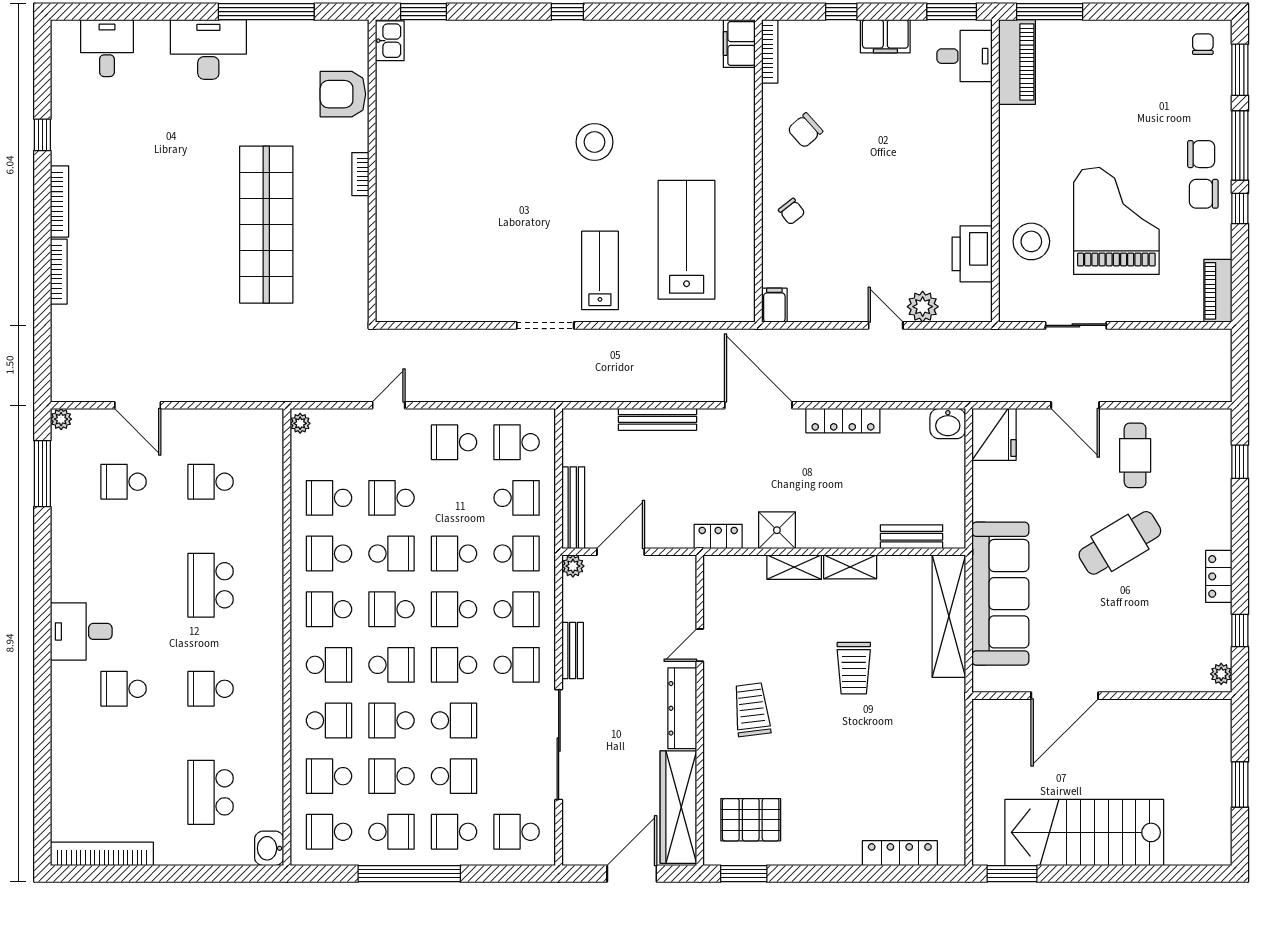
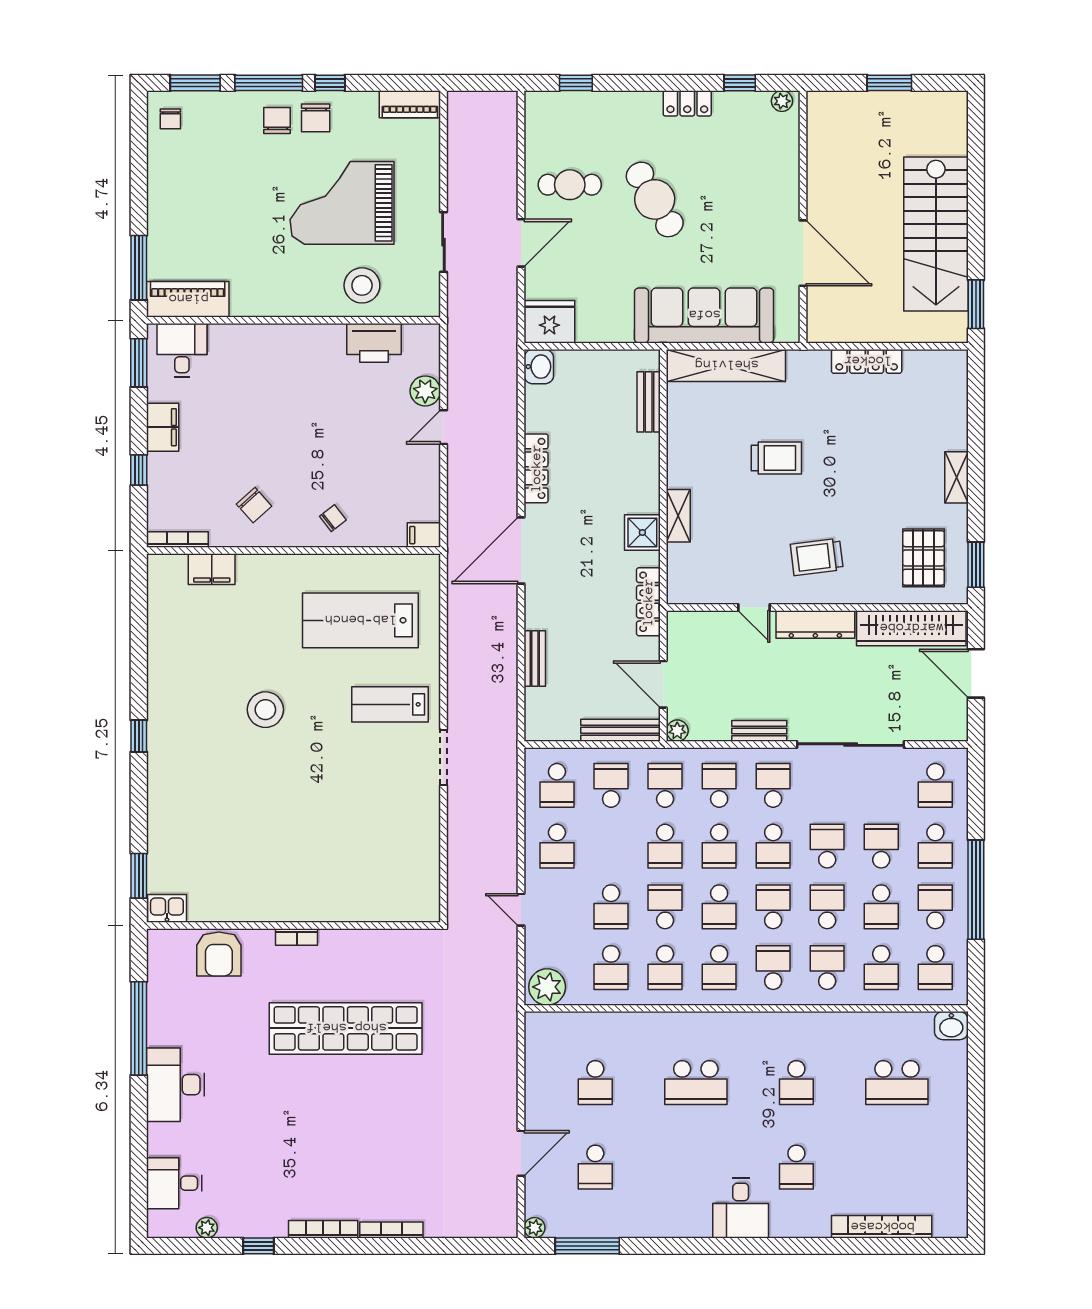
filing cabinet: (739, 44) -> (212, 569), moved
chair: (1203, 44) -> (170, 119), turned -90
plant: (61, 82) -> (207, 1228), added
bench: (658, 419) -> (535, 659), width x0.73
plant: (300, 423) -> (547, 987), width x1.88, depth x1.88
locker: (718, 536) -> (648, 602), width x1.53
shelving: (850, 567) -> (956, 477), moved
school desk: (391, 720) -> (827, 907), turned 180
locker: (900, 853) -> (867, 361), moved, turned -90
bookcase: (102, 854) -> (882, 1227), moved, turned 90

